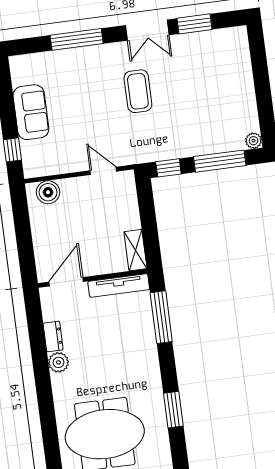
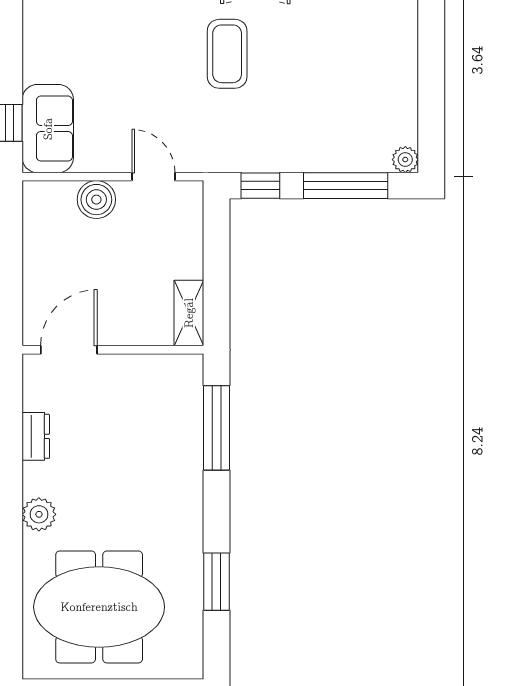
sofa: (31, 112) -> (48, 129), moved
boiler: (48, 192) -> (96, 200), moved
tv unit: (119, 285) -> (154, 367), removed
plant: (58, 362) -> (39, 514), moved

